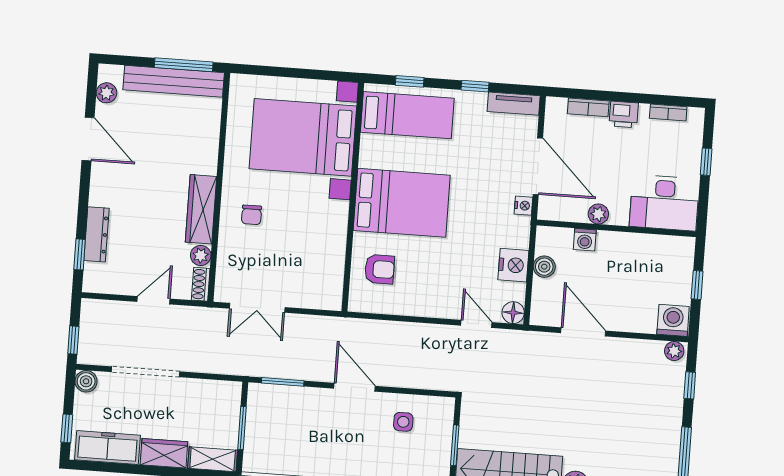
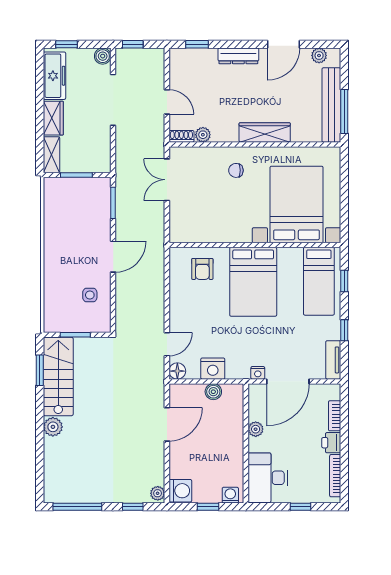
bookcase: (668, 112) -> (335, 476), width x1.56
wardrobe: (201, 209) -> (265, 132), moved
dresser: (97, 234) -> (238, 56), moved
washing machine: (585, 240) -> (230, 495), moved, turned 90

